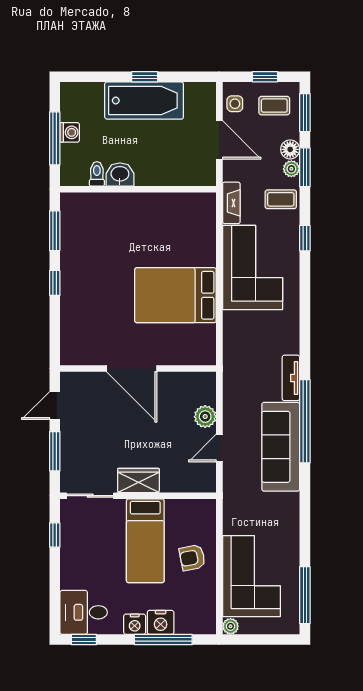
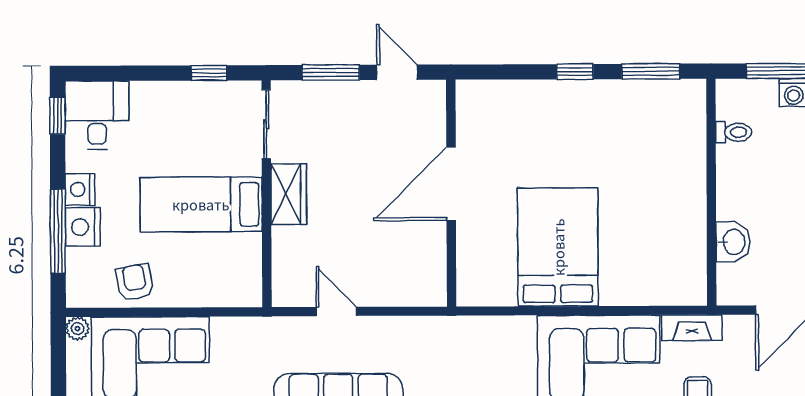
washbasin: (120, 174) -> (733, 242), moved
plant: (205, 417) -> (382, 291), removed
armchair: (192, 558) -> (135, 282), moved

